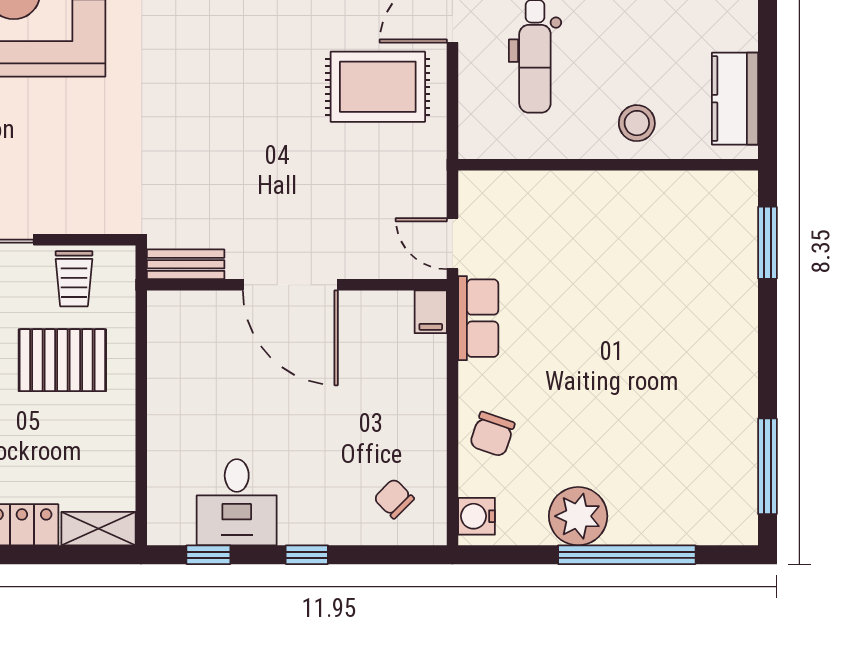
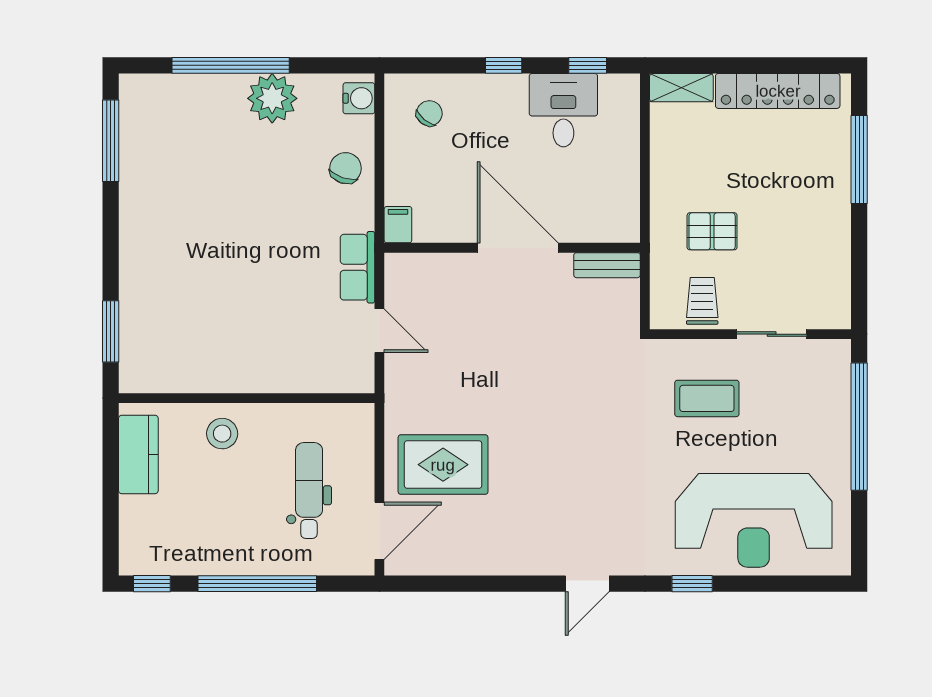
coffee table: (68, 164) -> (707, 398), added
bench: (186, 264) -> (607, 265), moved
door: (290, 285) -> (518, 248), moved
wall: (297, 285) -> (512, 248), moved
filing cabinet: (431, 312) -> (398, 225), moved
pallet: (62, 360) -> (712, 231), width x0.67, depth x0.71
chair: (394, 499) -> (429, 113), turned -96

